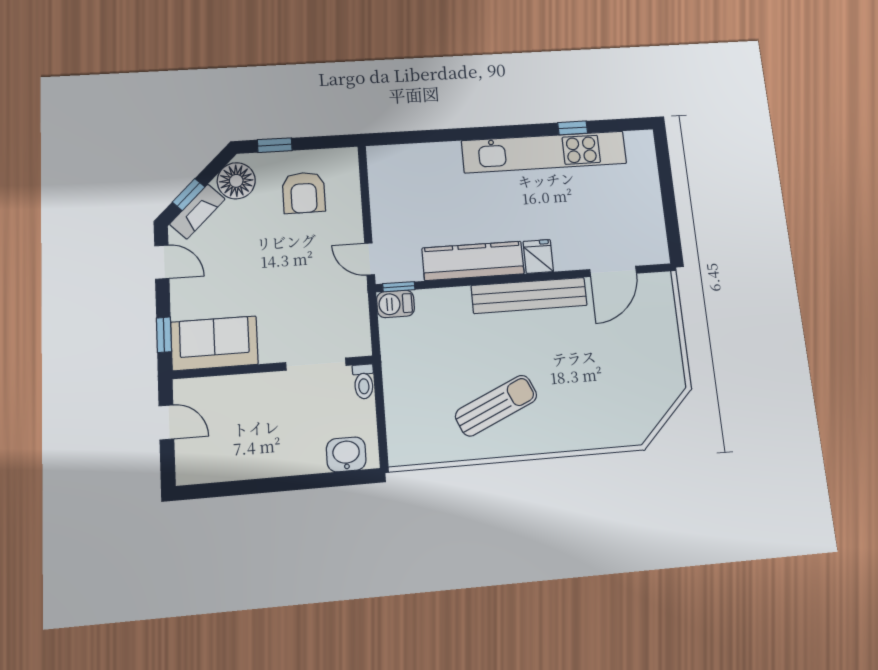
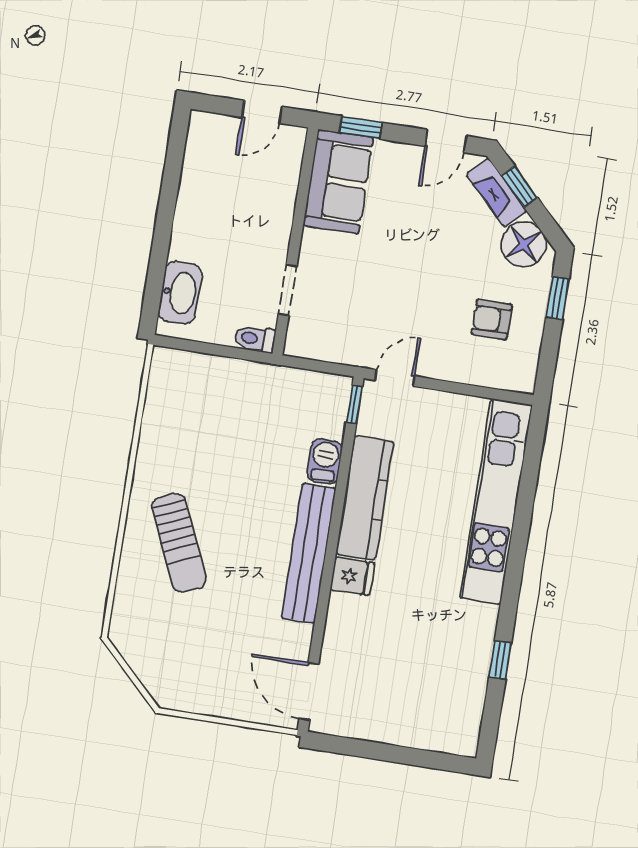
kitchen unit: (544, 152) -> (496, 501), moved
armchair: (304, 193) -> (492, 319), width x0.72, depth x0.72
door: (613, 271) -> (309, 691), moved
barbecue: (395, 304) -> (325, 462), moved
doorway: (316, 364) -> (288, 290), width x0.73
sun lounger: (496, 406) -> (179, 543), moved
washbasin: (346, 454) -> (180, 293), width x1.38

